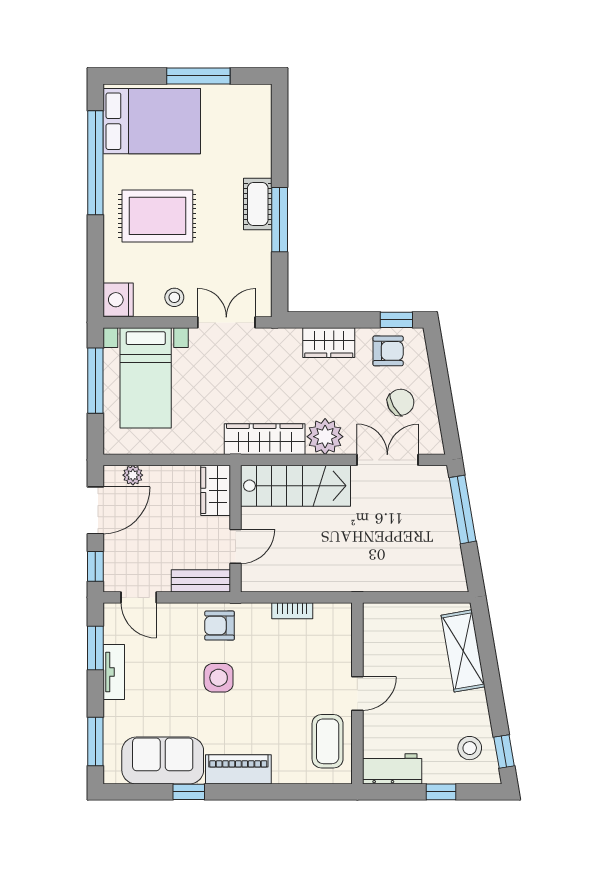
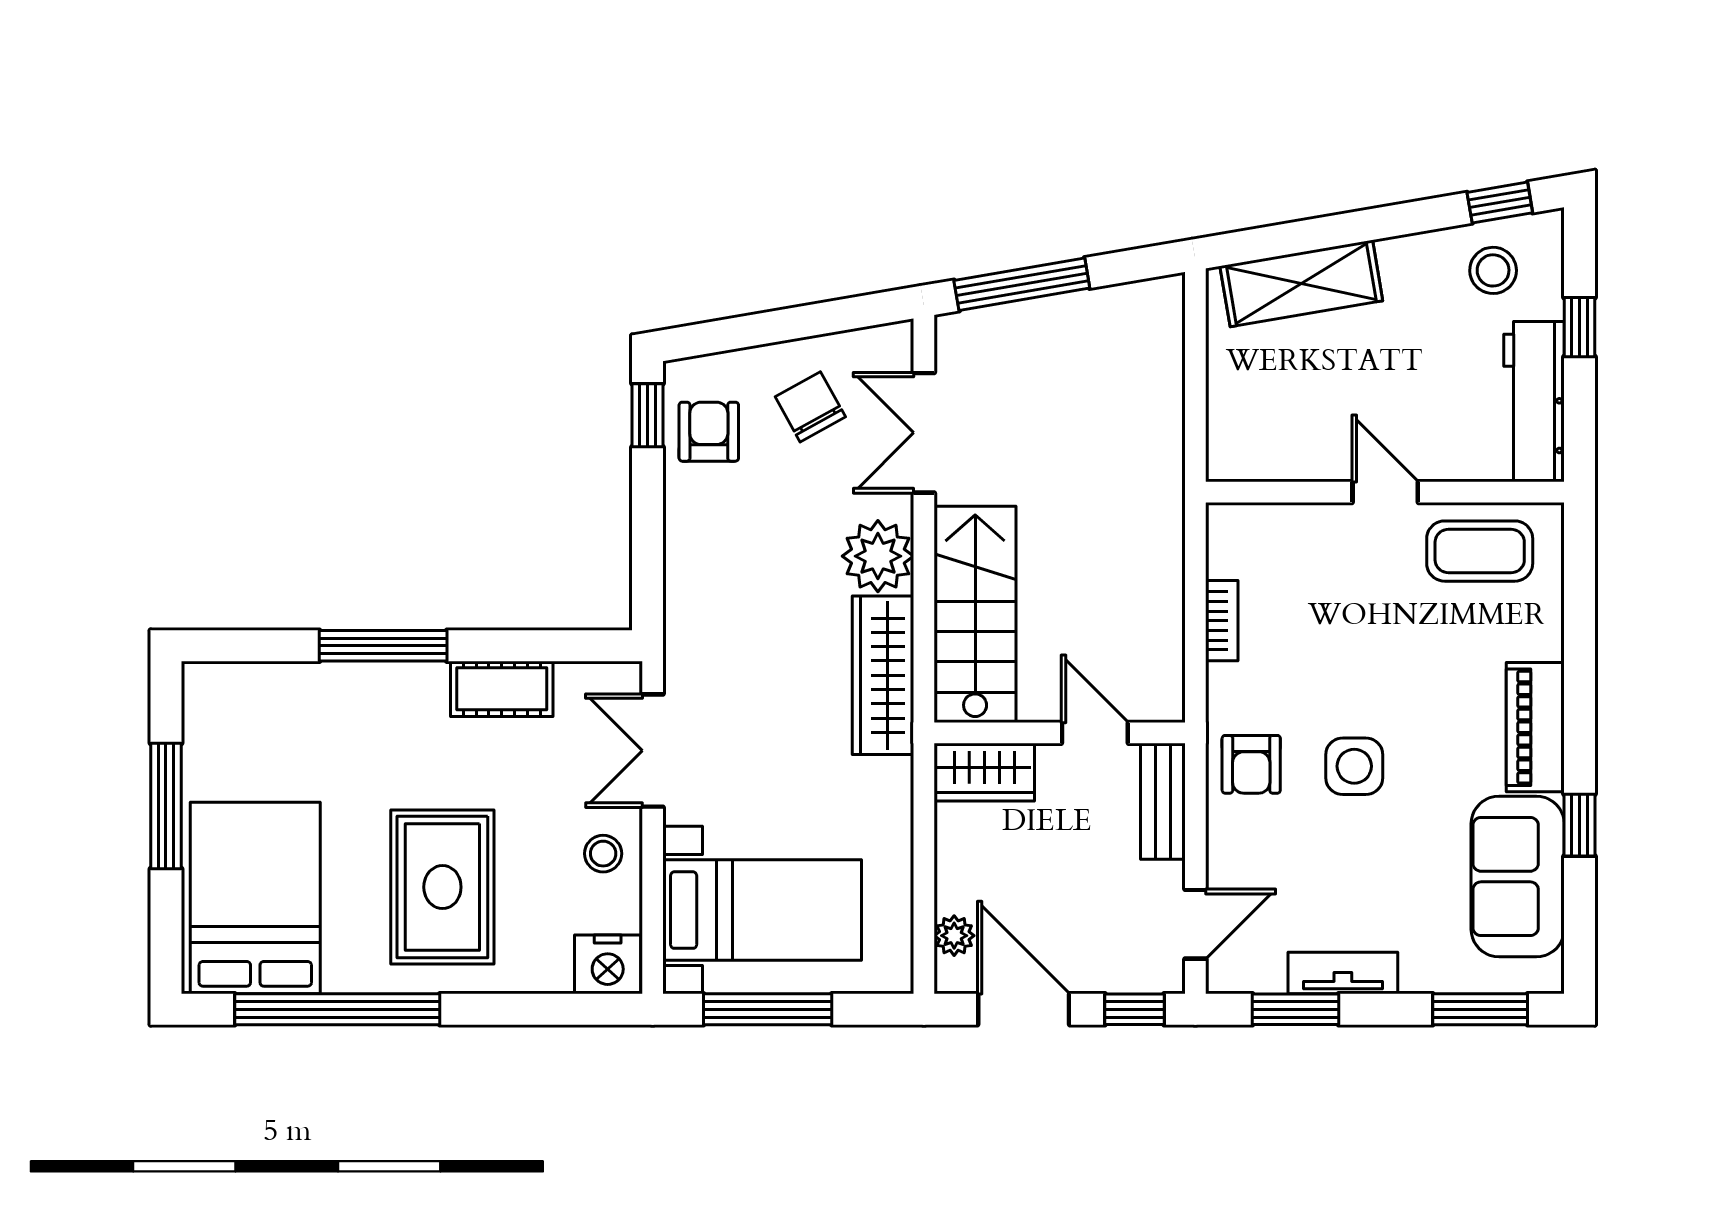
cot: (258, 204) -> (502, 689), moved
window: (280, 220) -> (383, 646), moved
wardrobe: (329, 343) -> (692, 549), removed
workbench: (392, 769) -> (1534, 402), width x1.38

